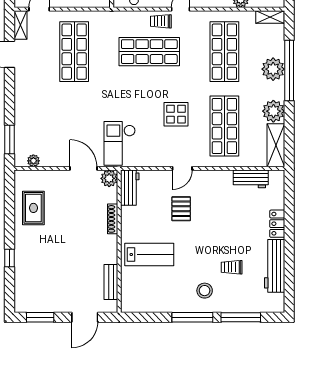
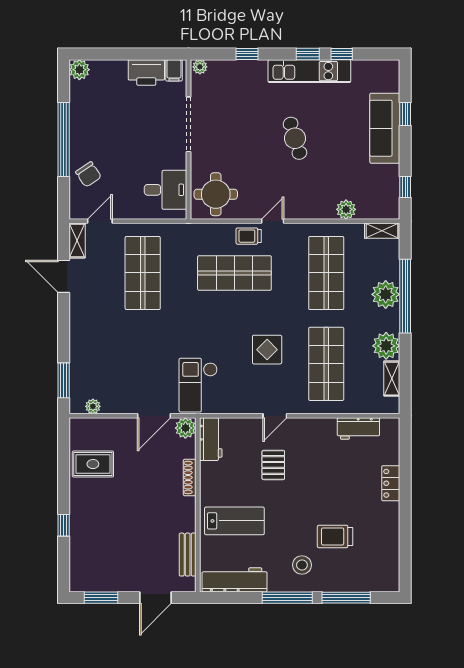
shelving: (276, 145) -> (392, 379), width x0.67, depth x0.75
door: (83, 168) -> (154, 416), swing flipped
rug: (33, 208) -> (93, 464), turned 90
workbench: (275, 266) -> (235, 580), moved, turned 90
trolley: (232, 267) -> (335, 536), width x1.36, depth x1.39

